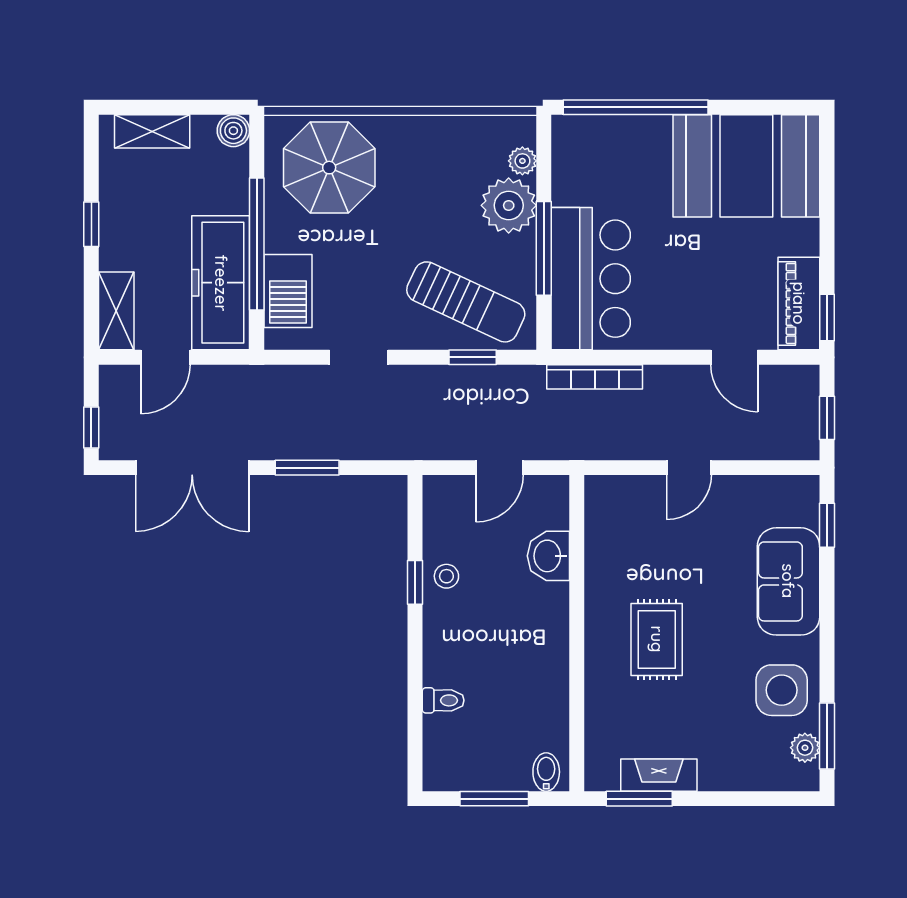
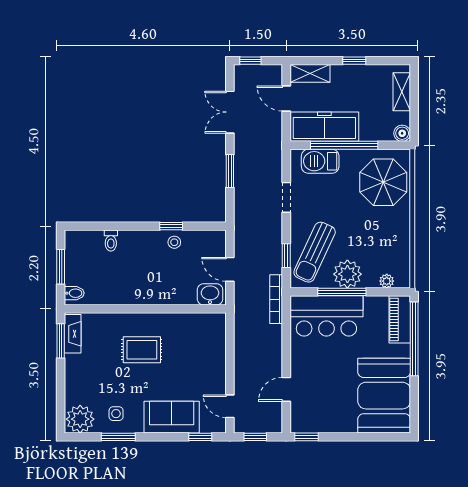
plant: (509, 205) -> (347, 274), moved
piano: (799, 303) -> (400, 319), moved, turned -90
bookcase: (595, 377) -> (276, 299), moved
double door: (192, 468) -> (230, 112), width x0.73
door: (689, 468) -> (230, 406), moved
washbasin: (548, 556) -> (210, 294), moved
side table: (782, 690) -> (116, 414), width x0.54, depth x0.54
window: (827, 736) -> (118, 437), moved
plant: (805, 748) -> (80, 419), width x1.88, depth x1.88
fireplace: (659, 775) -> (73, 334), moved

